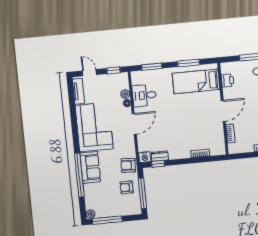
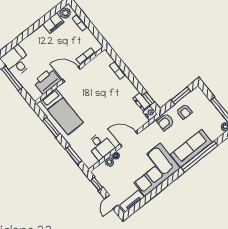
printer: (227, 81) -> (47, 81), width x1.87, depth x1.48
armchair: (128, 165) -> (165, 122), turned 86
sofa: (90, 167) -> (191, 148), width x1.36
window: (142, 193) -> (181, 96), width x0.69

